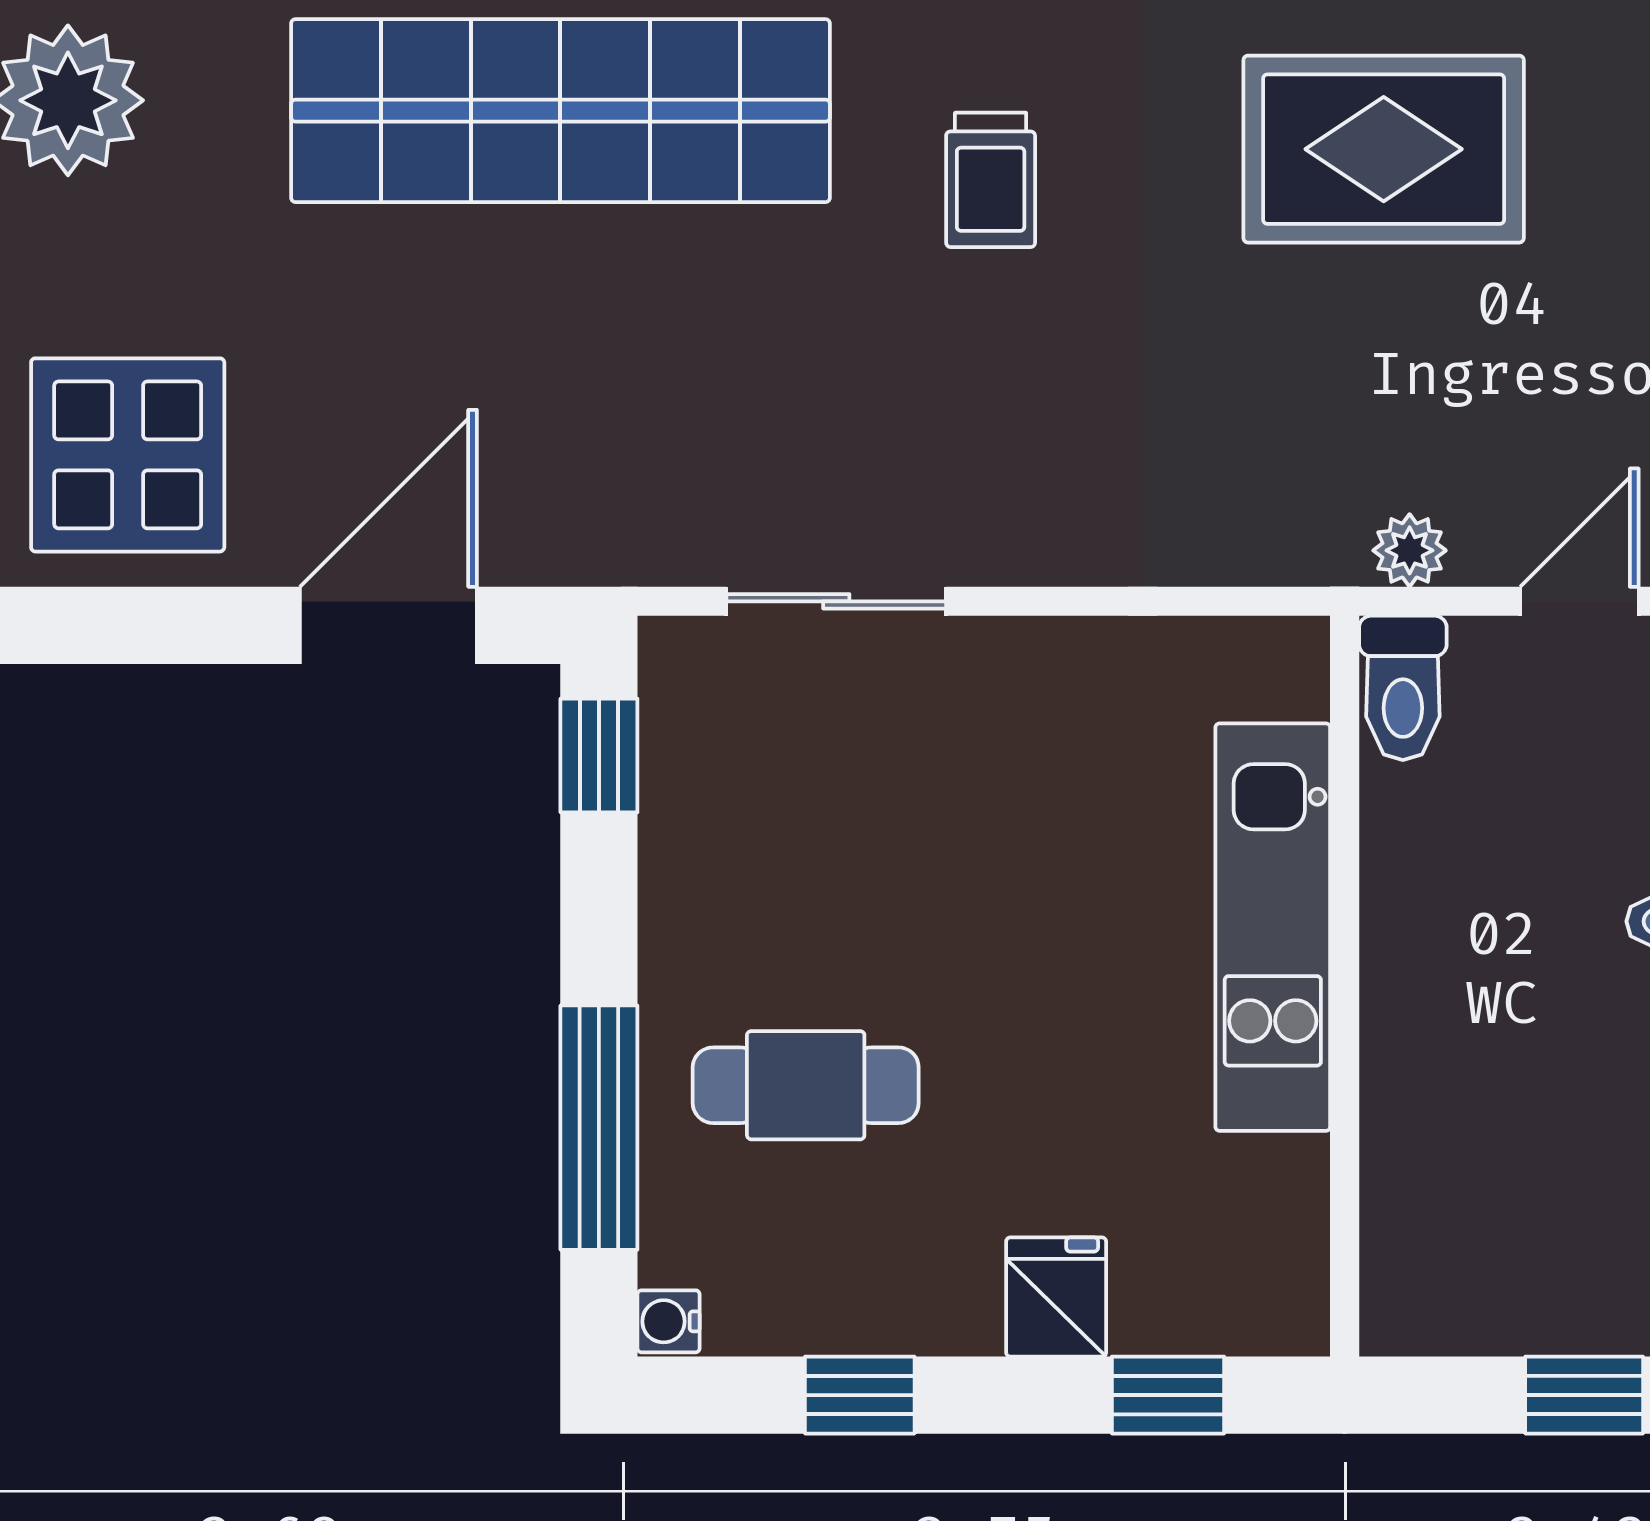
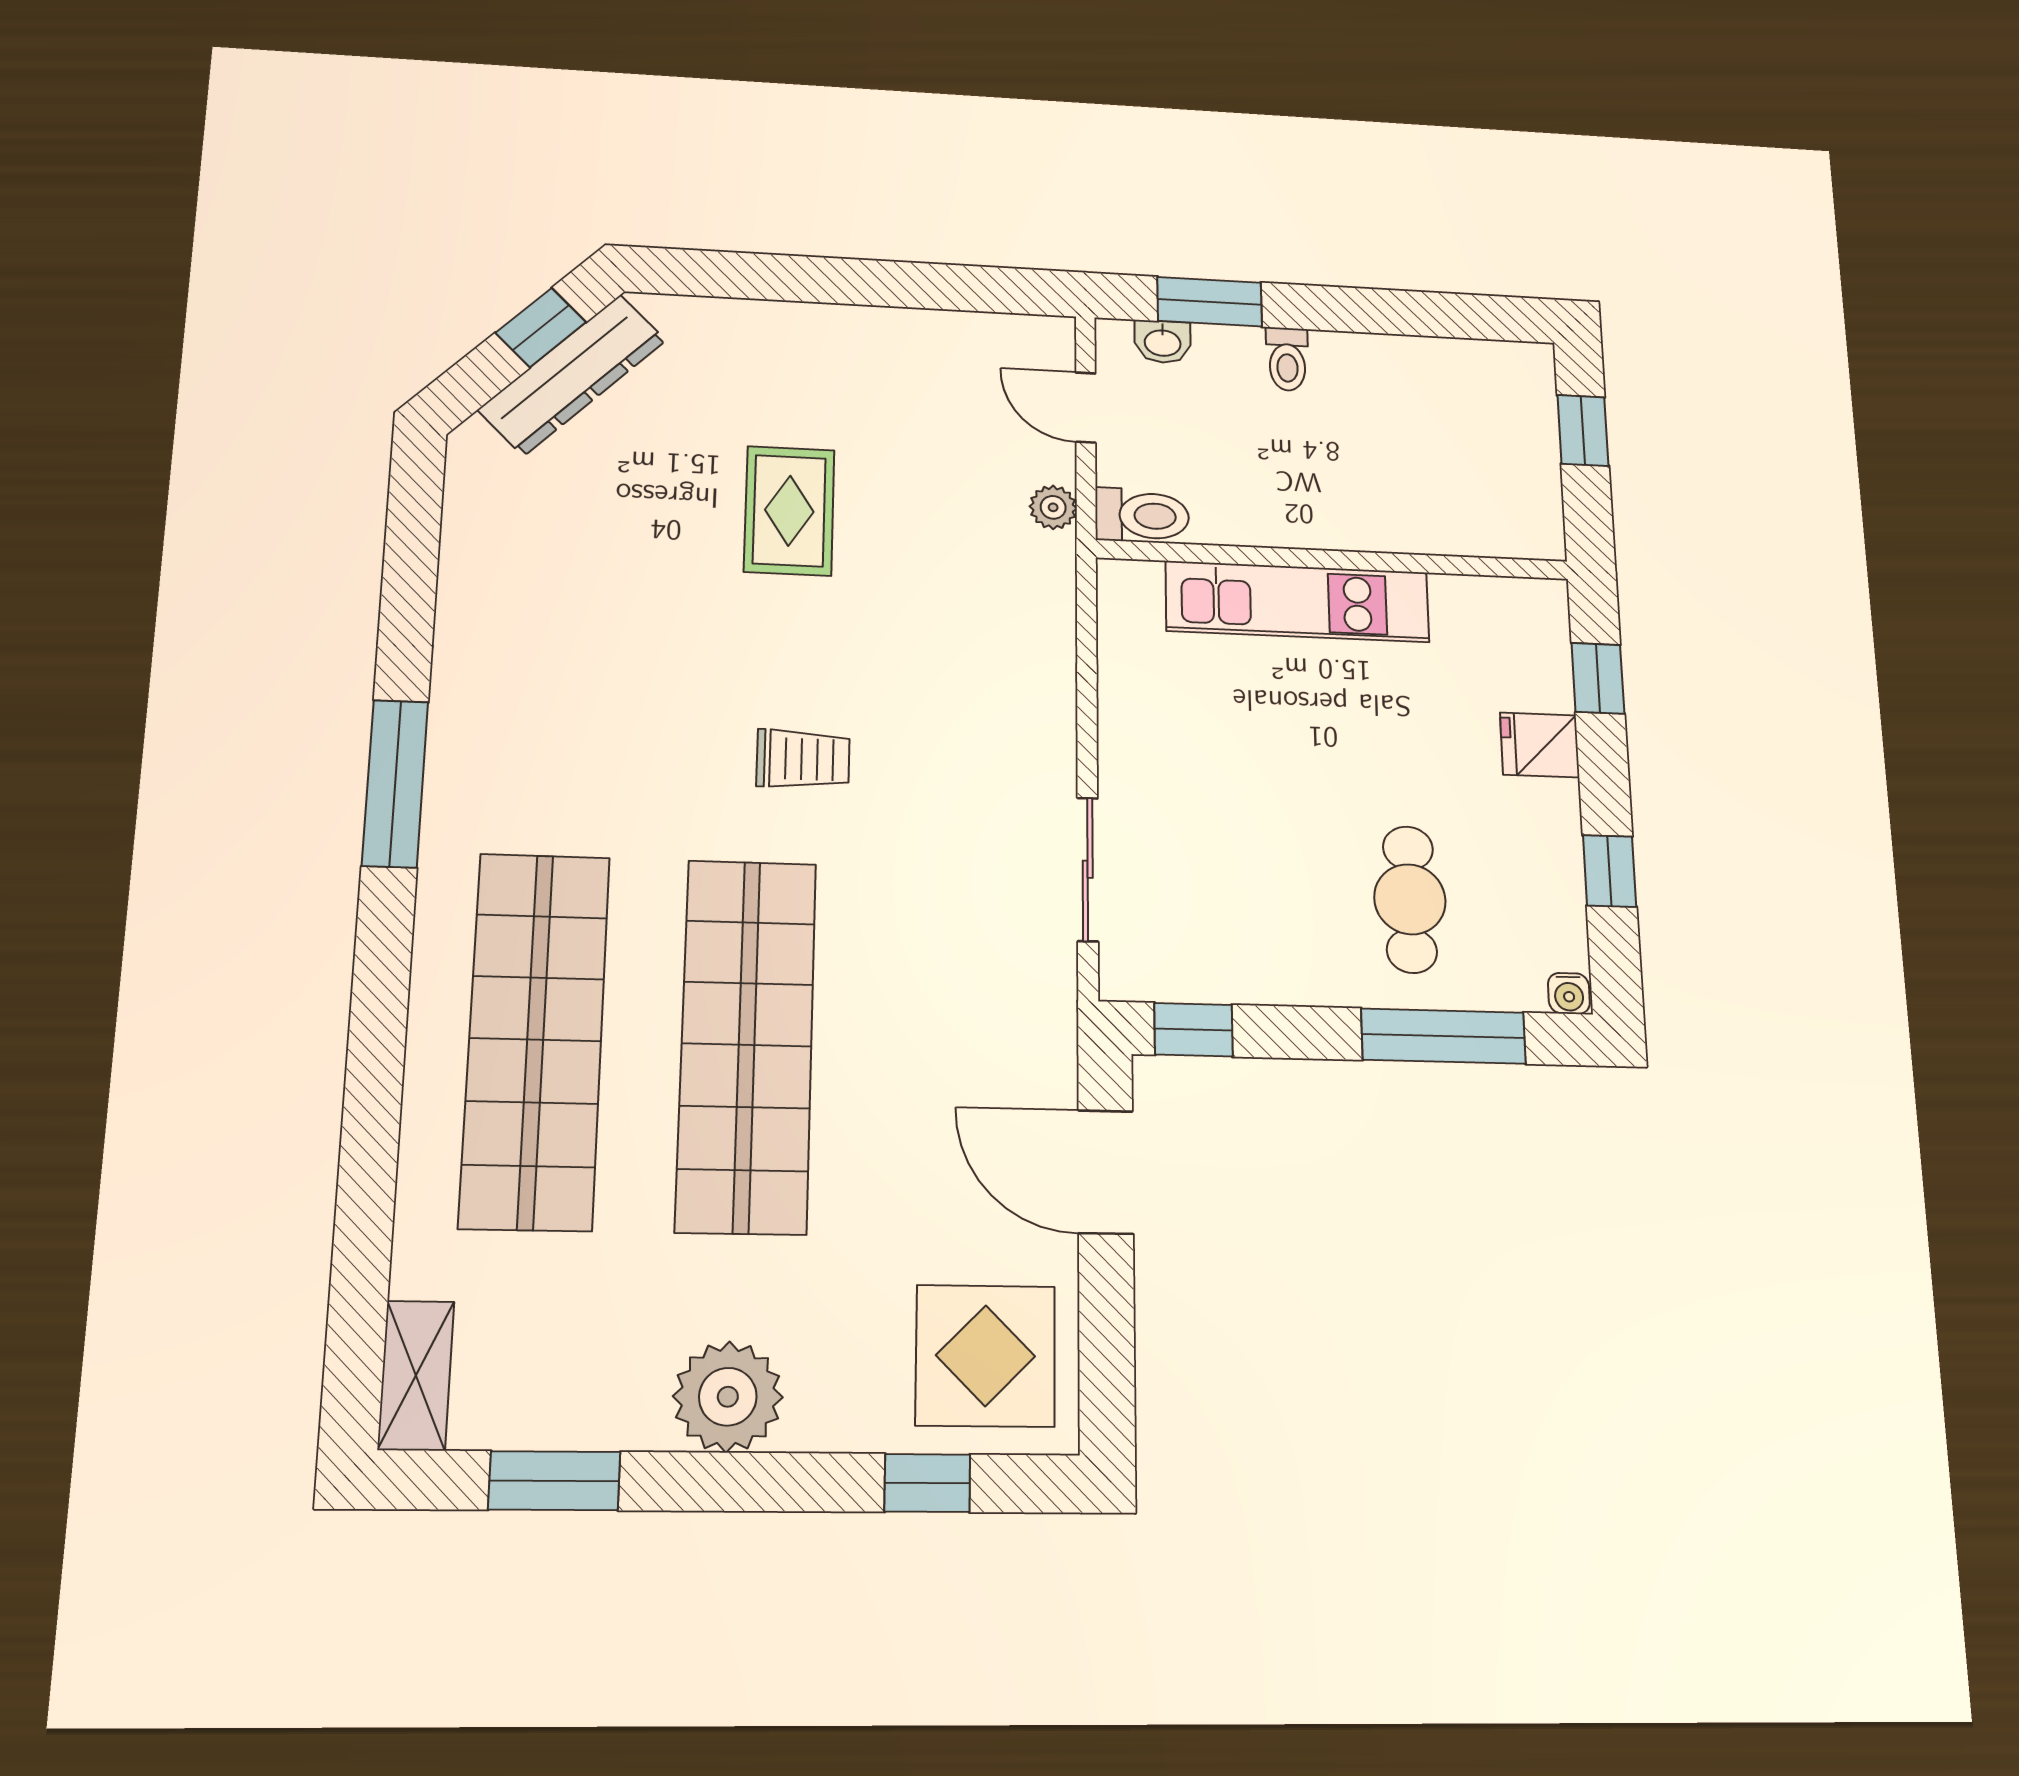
rug: (1384, 149) -> (789, 511), width x0.73, depth x0.70

